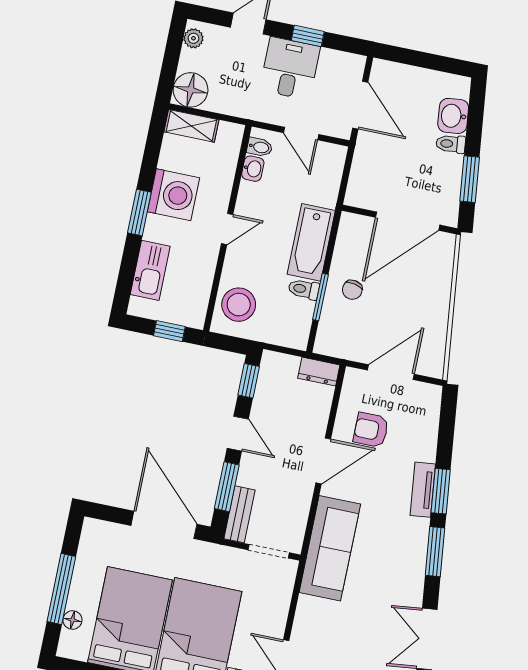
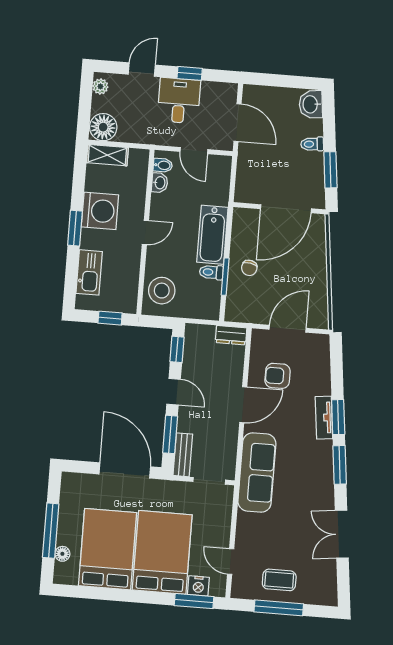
washbasin: (453, 116) -> (311, 104), moved

